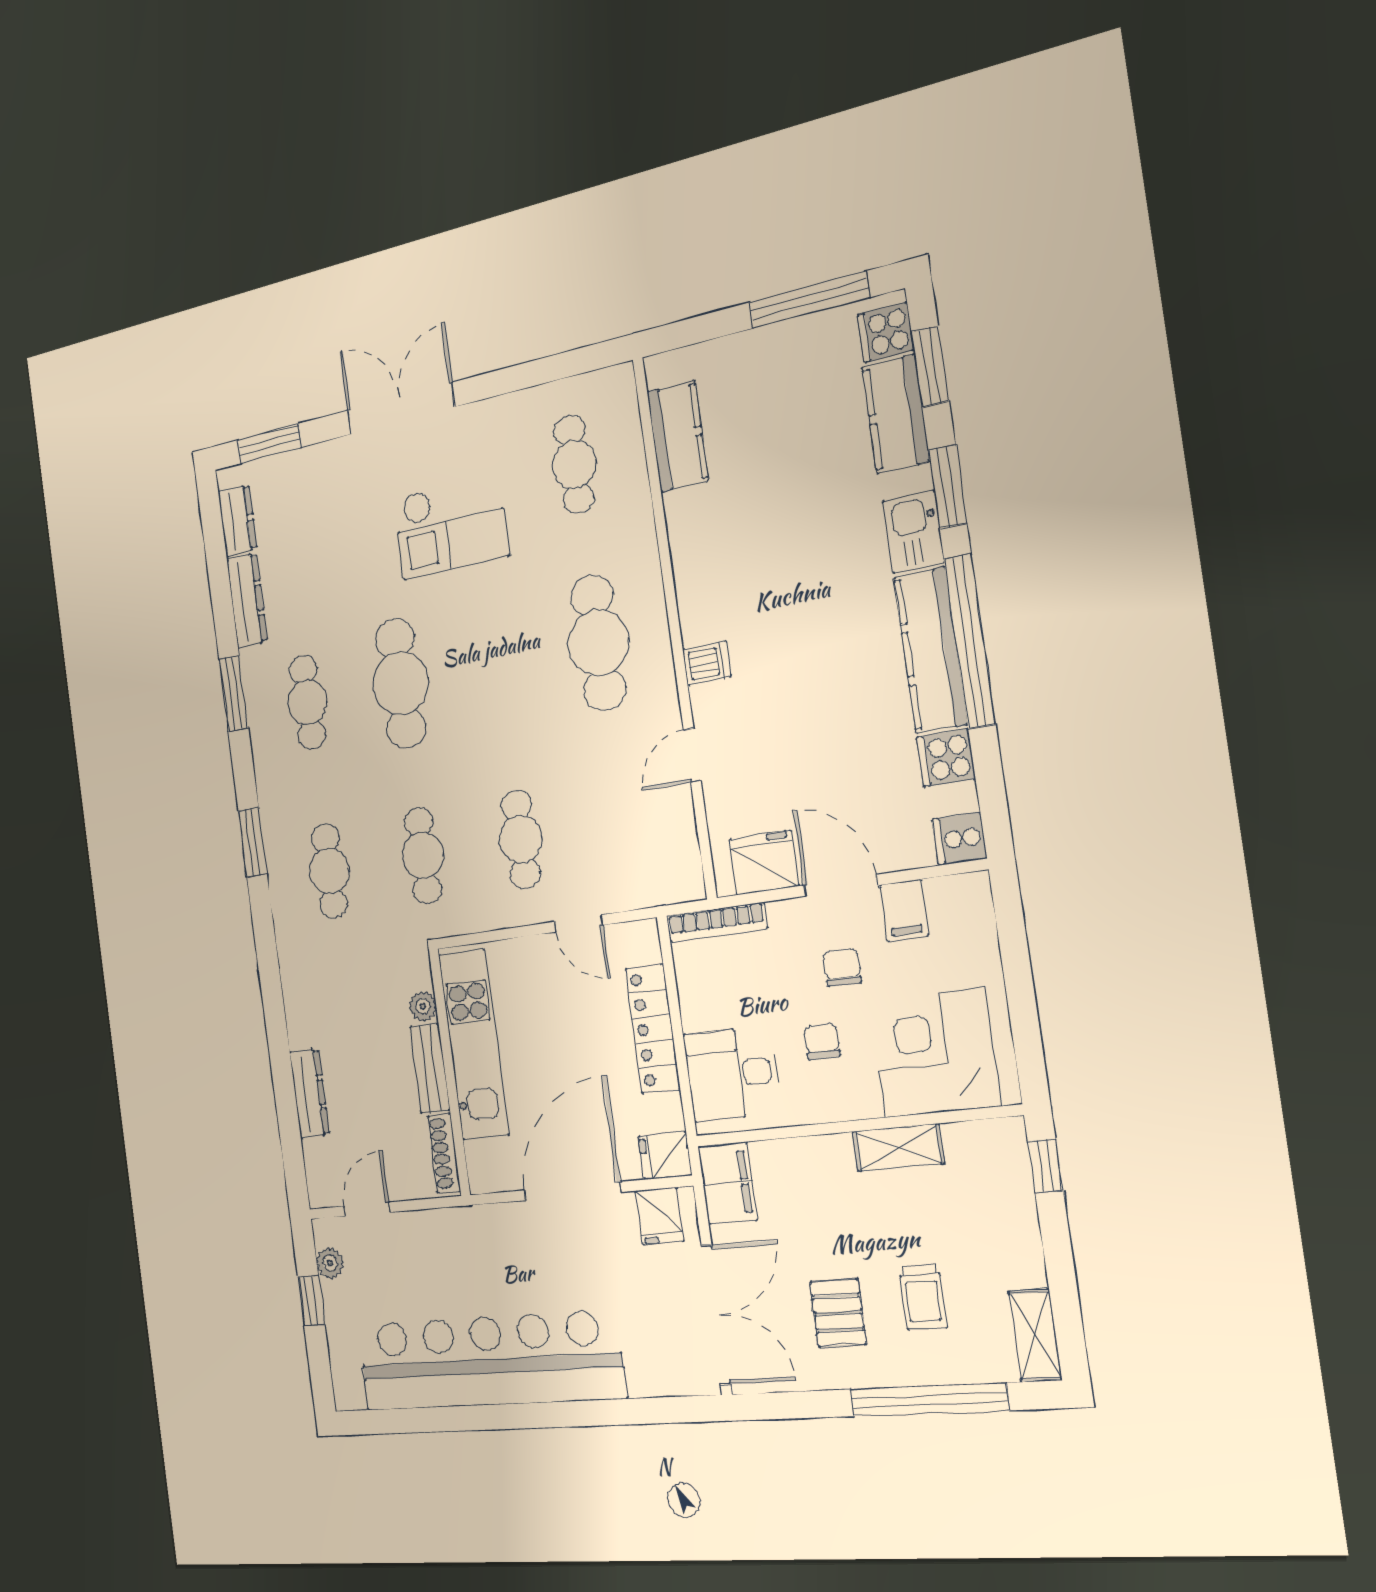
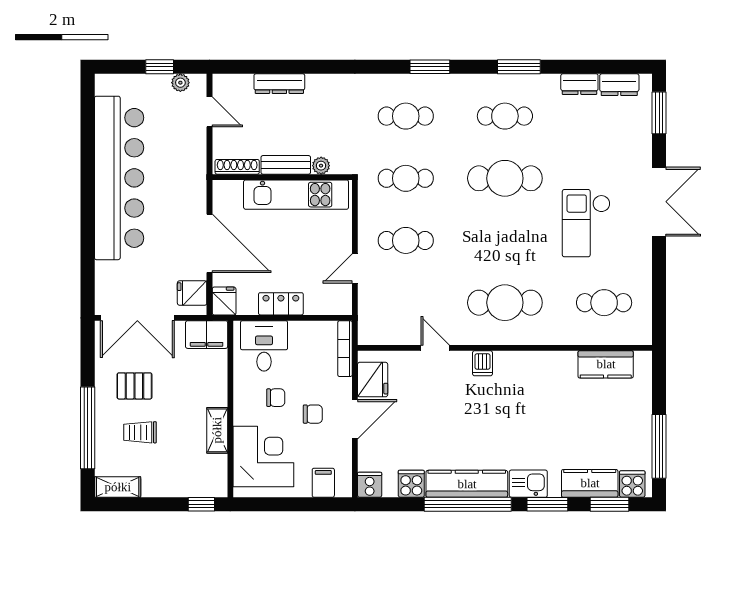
dresser: (247, 601) -> (579, 84), width x0.70
filing cabinet: (904, 910) -> (323, 483), moved, turned 90
locker: (653, 1029) -> (281, 304), width x0.66

